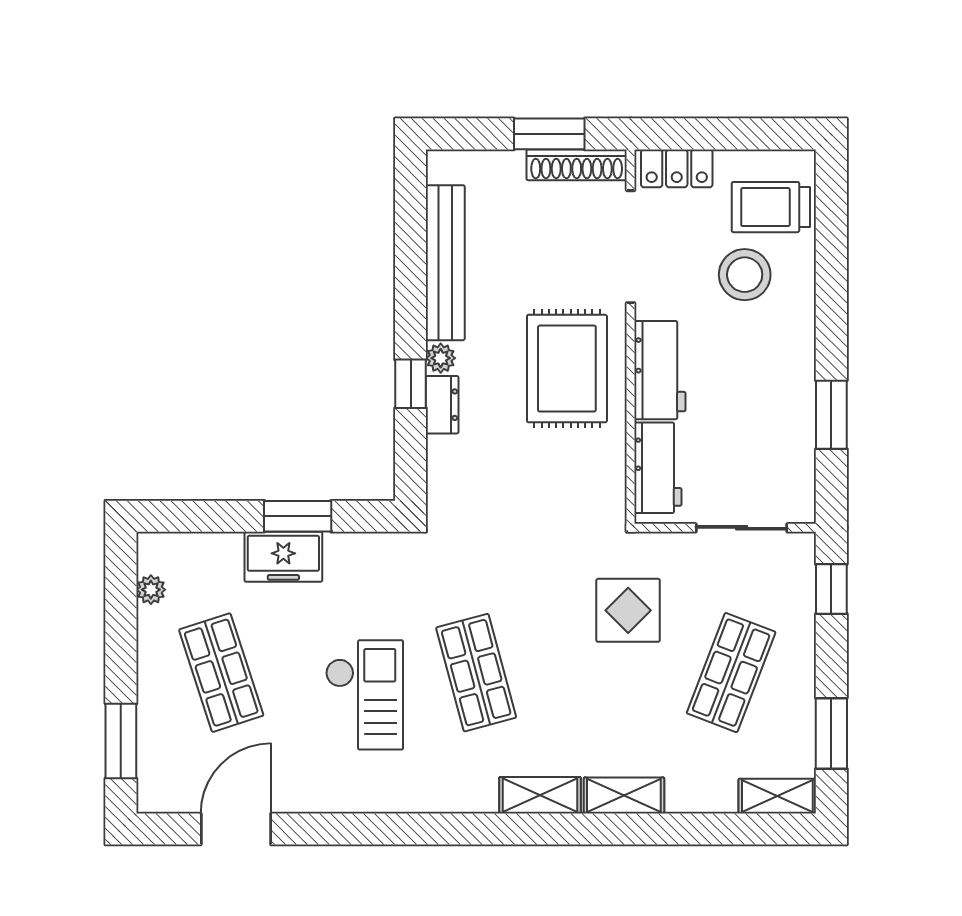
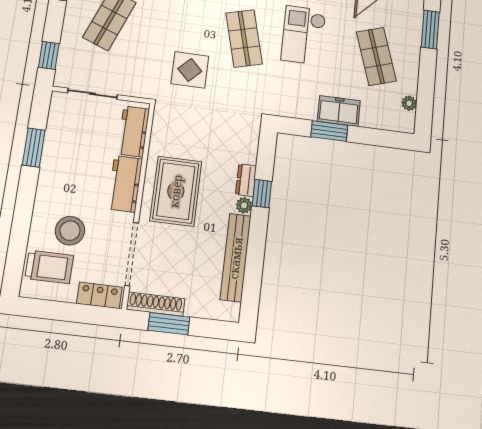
display table: (628, 610) -> (190, 70), moved

